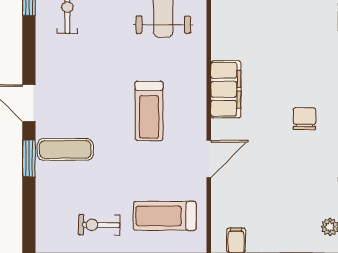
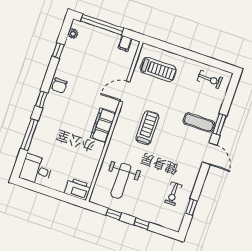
chair: (304, 119) -> (59, 86), moved
exercise bike: (99, 225) -> (210, 79), moved

